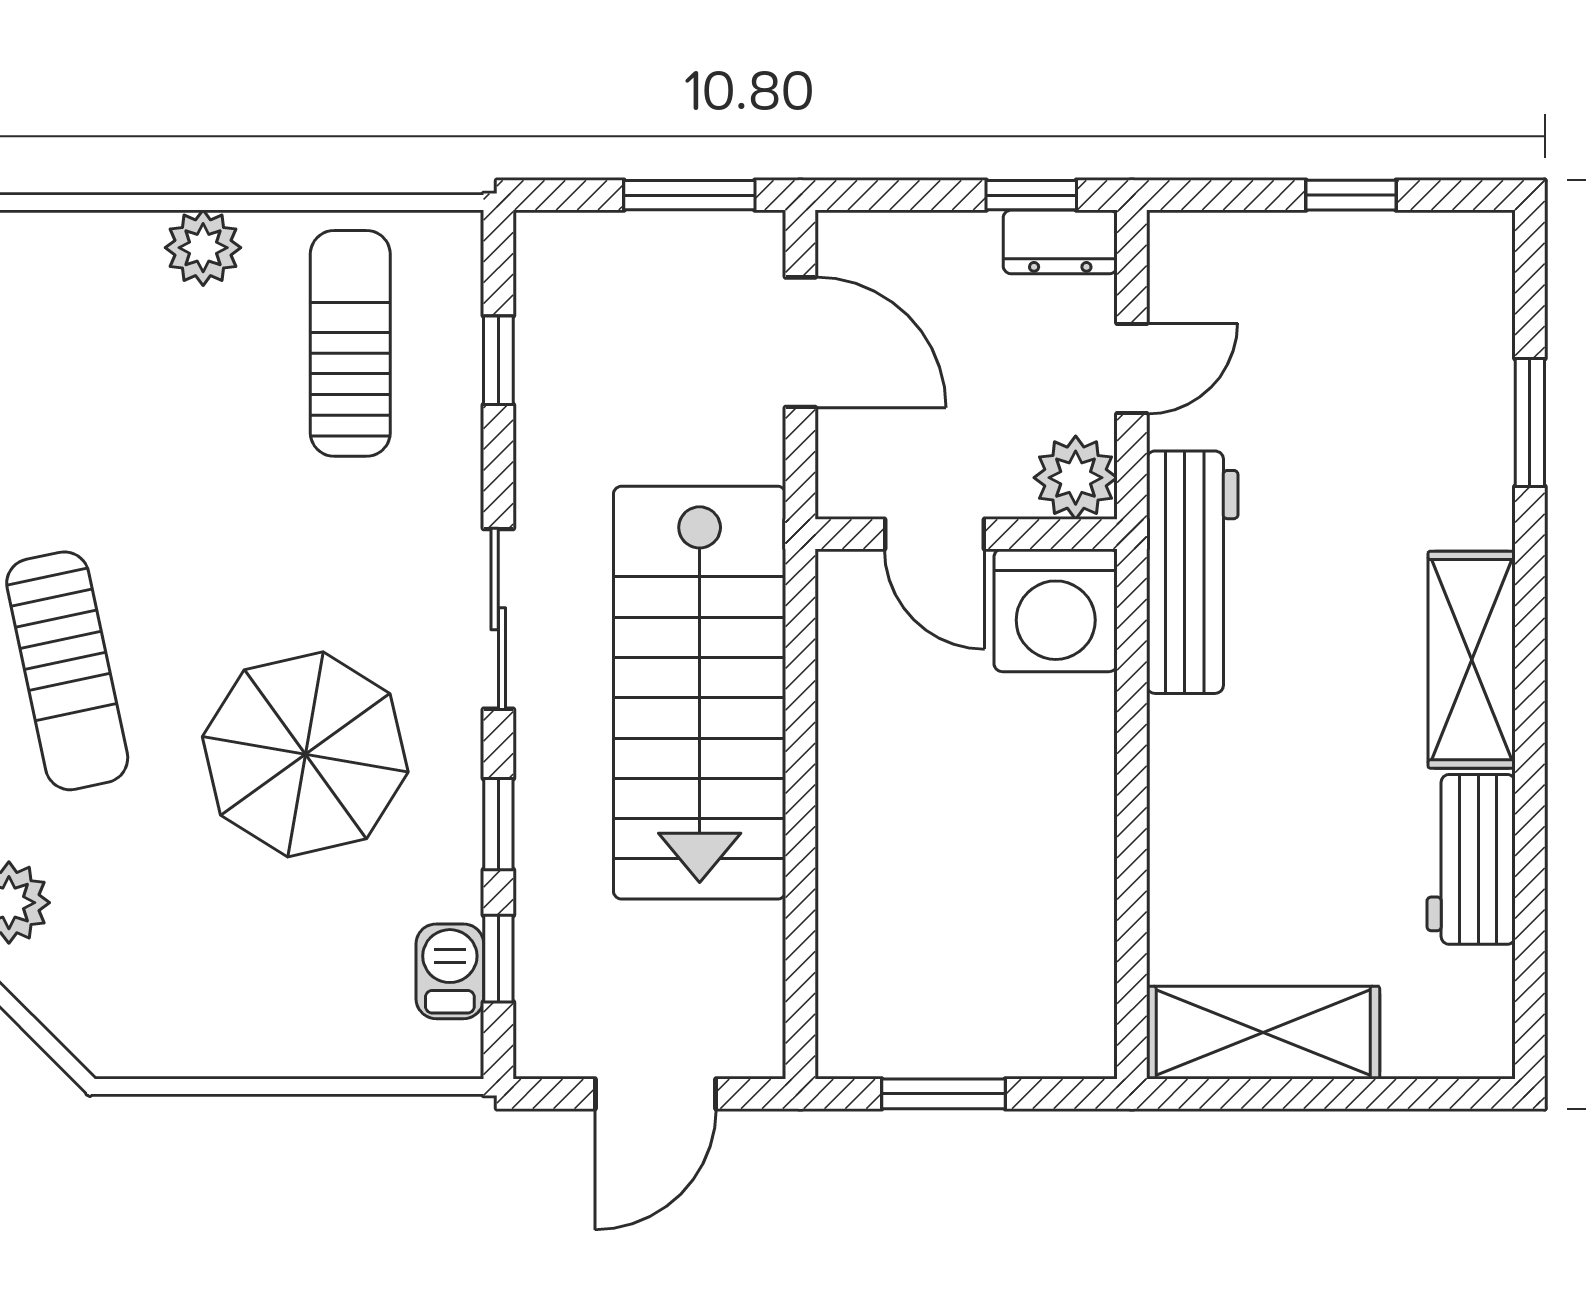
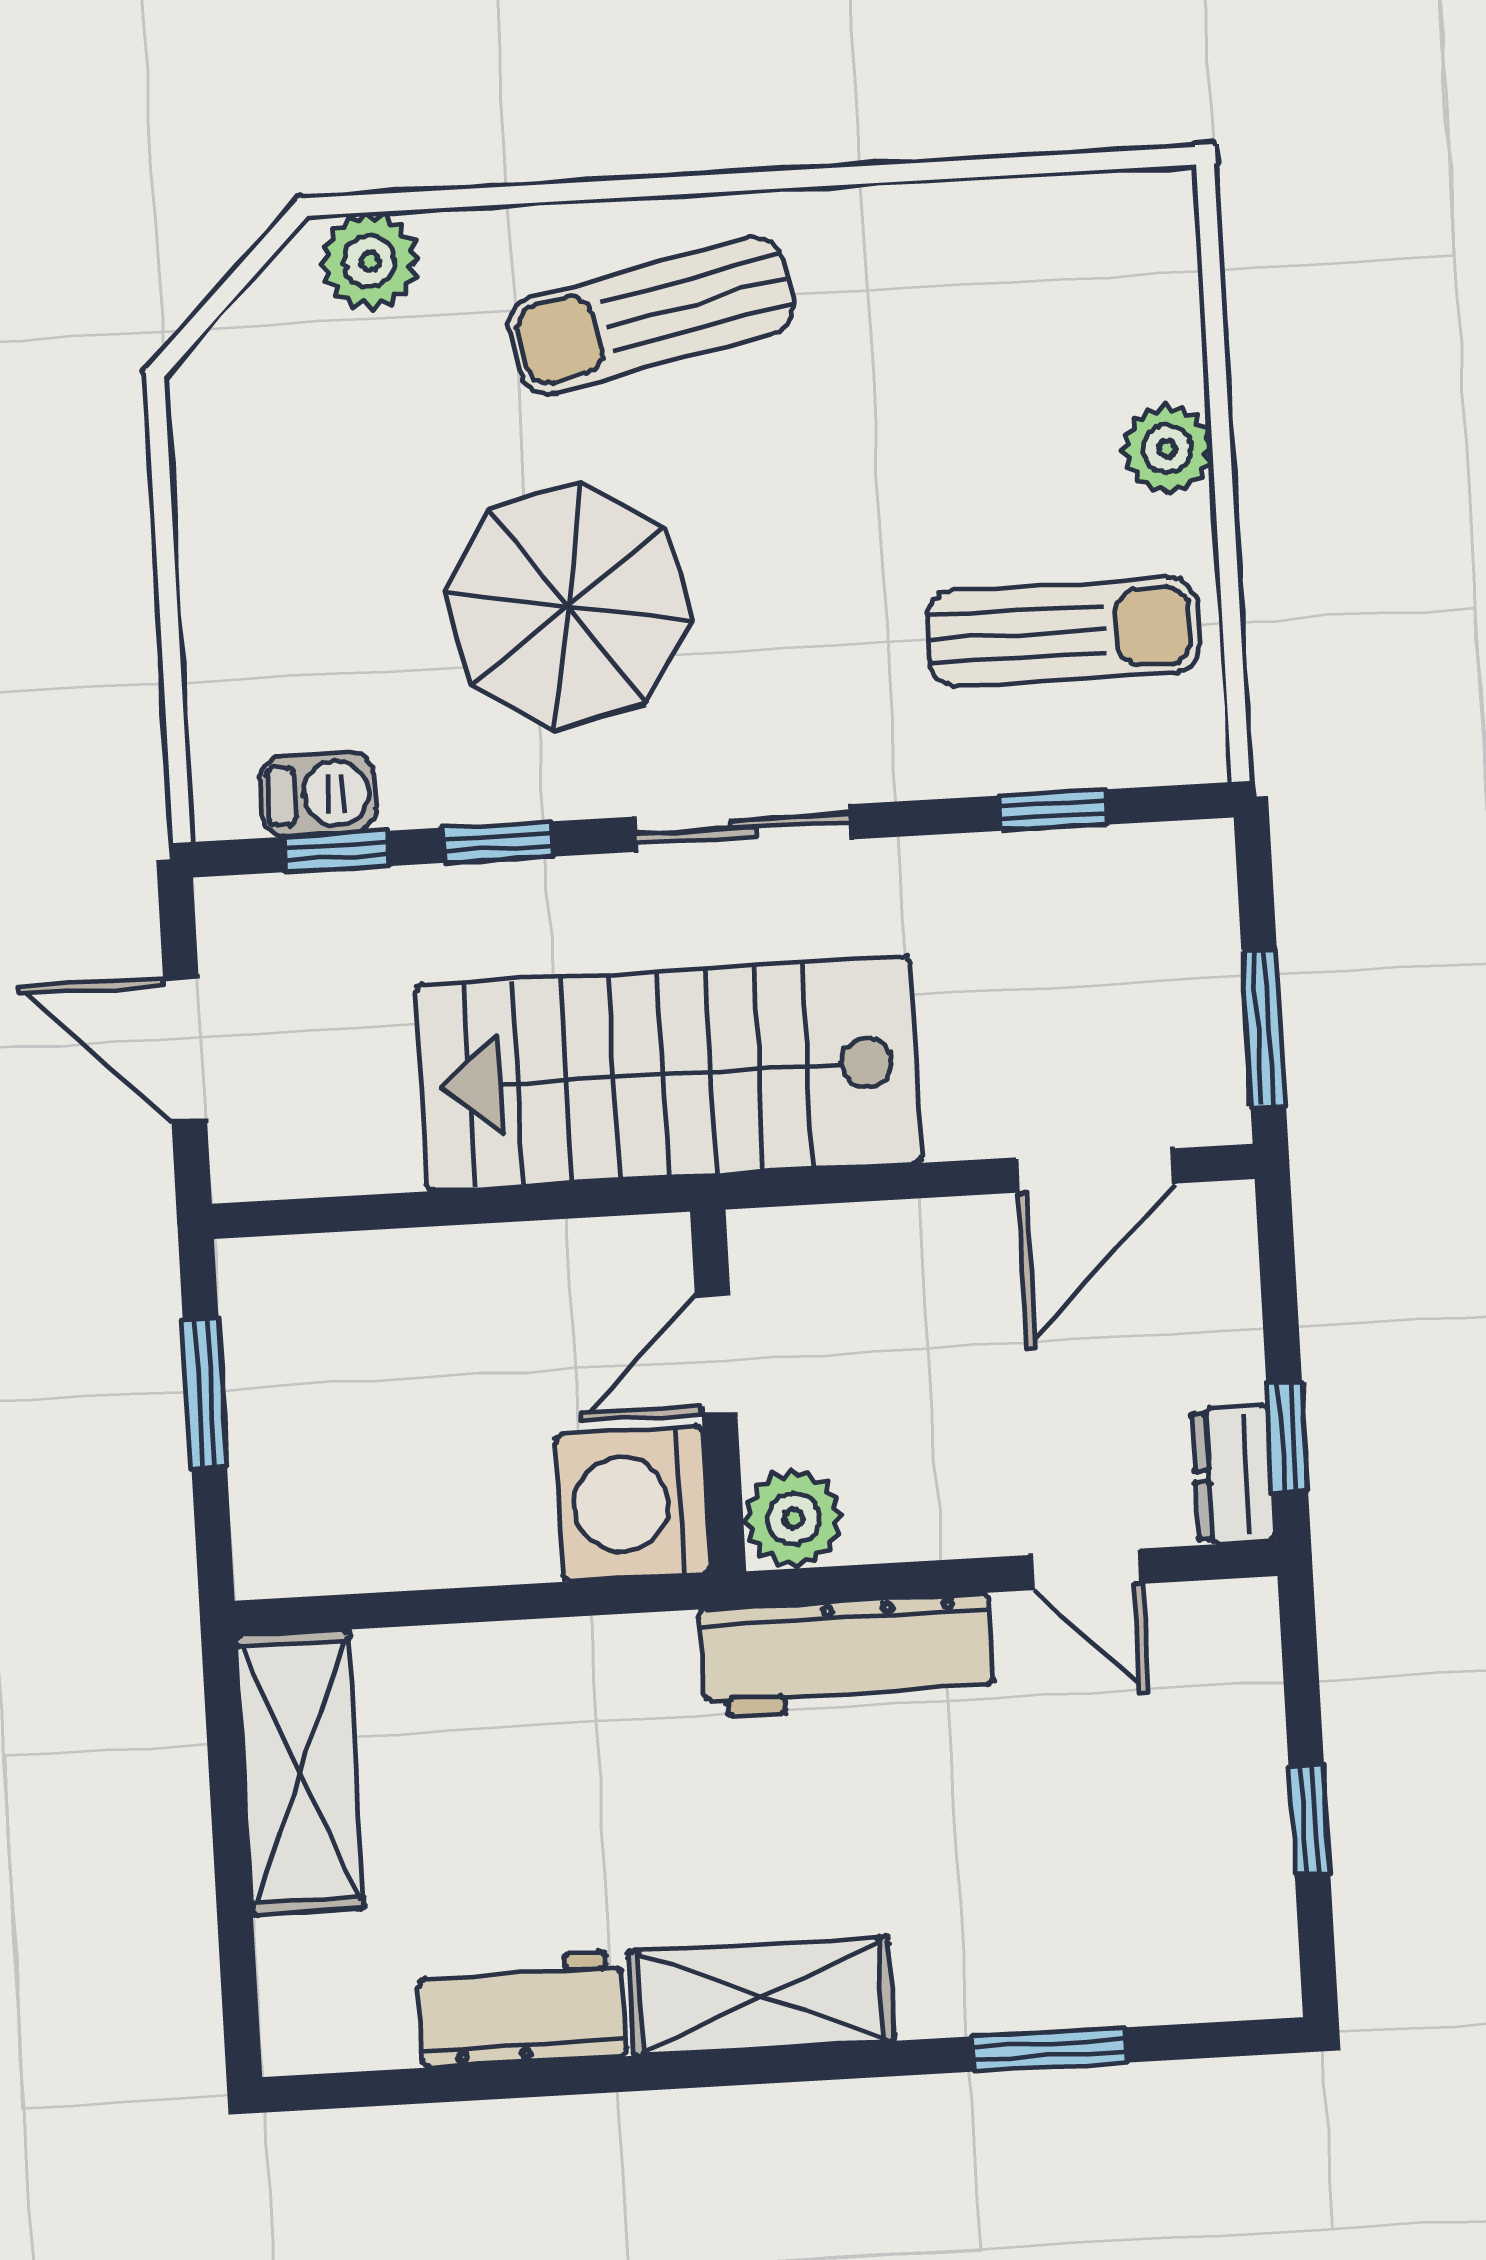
plant: (1076, 478) -> (793, 1519), moved
door: (934, 534) -> (716, 1353), moved
wall: (966, 534) -> (718, 1391), moved
washing machine: (1056, 610) -> (633, 1504), moved

